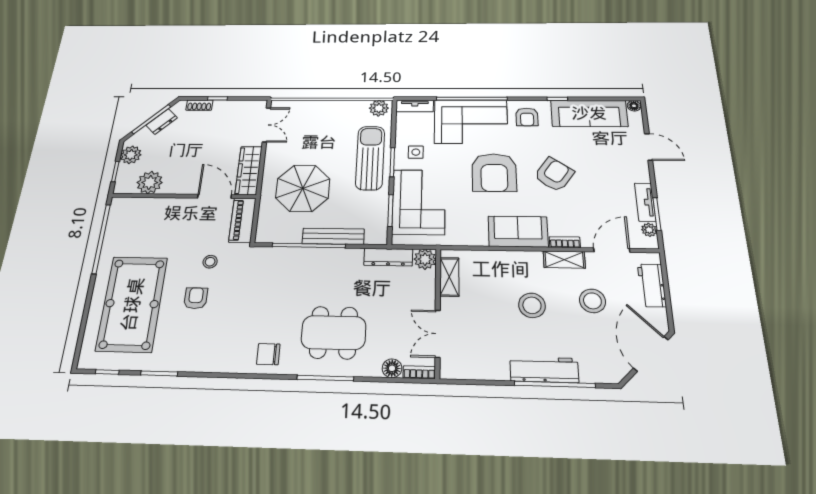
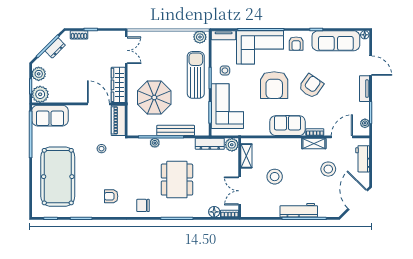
plant: (150, 182) -> (40, 94), moved
tv unit: (645, 202) -> (365, 89), moved
sofa: (137, 212) -> (50, 116), added
plant: (298, 254) -> (155, 143), added
armchair: (196, 298) -> (111, 196), moved, turned -90
stool: (532, 305) -> (275, 177), moved
dining table: (334, 333) -> (177, 180), moved, turned 90

